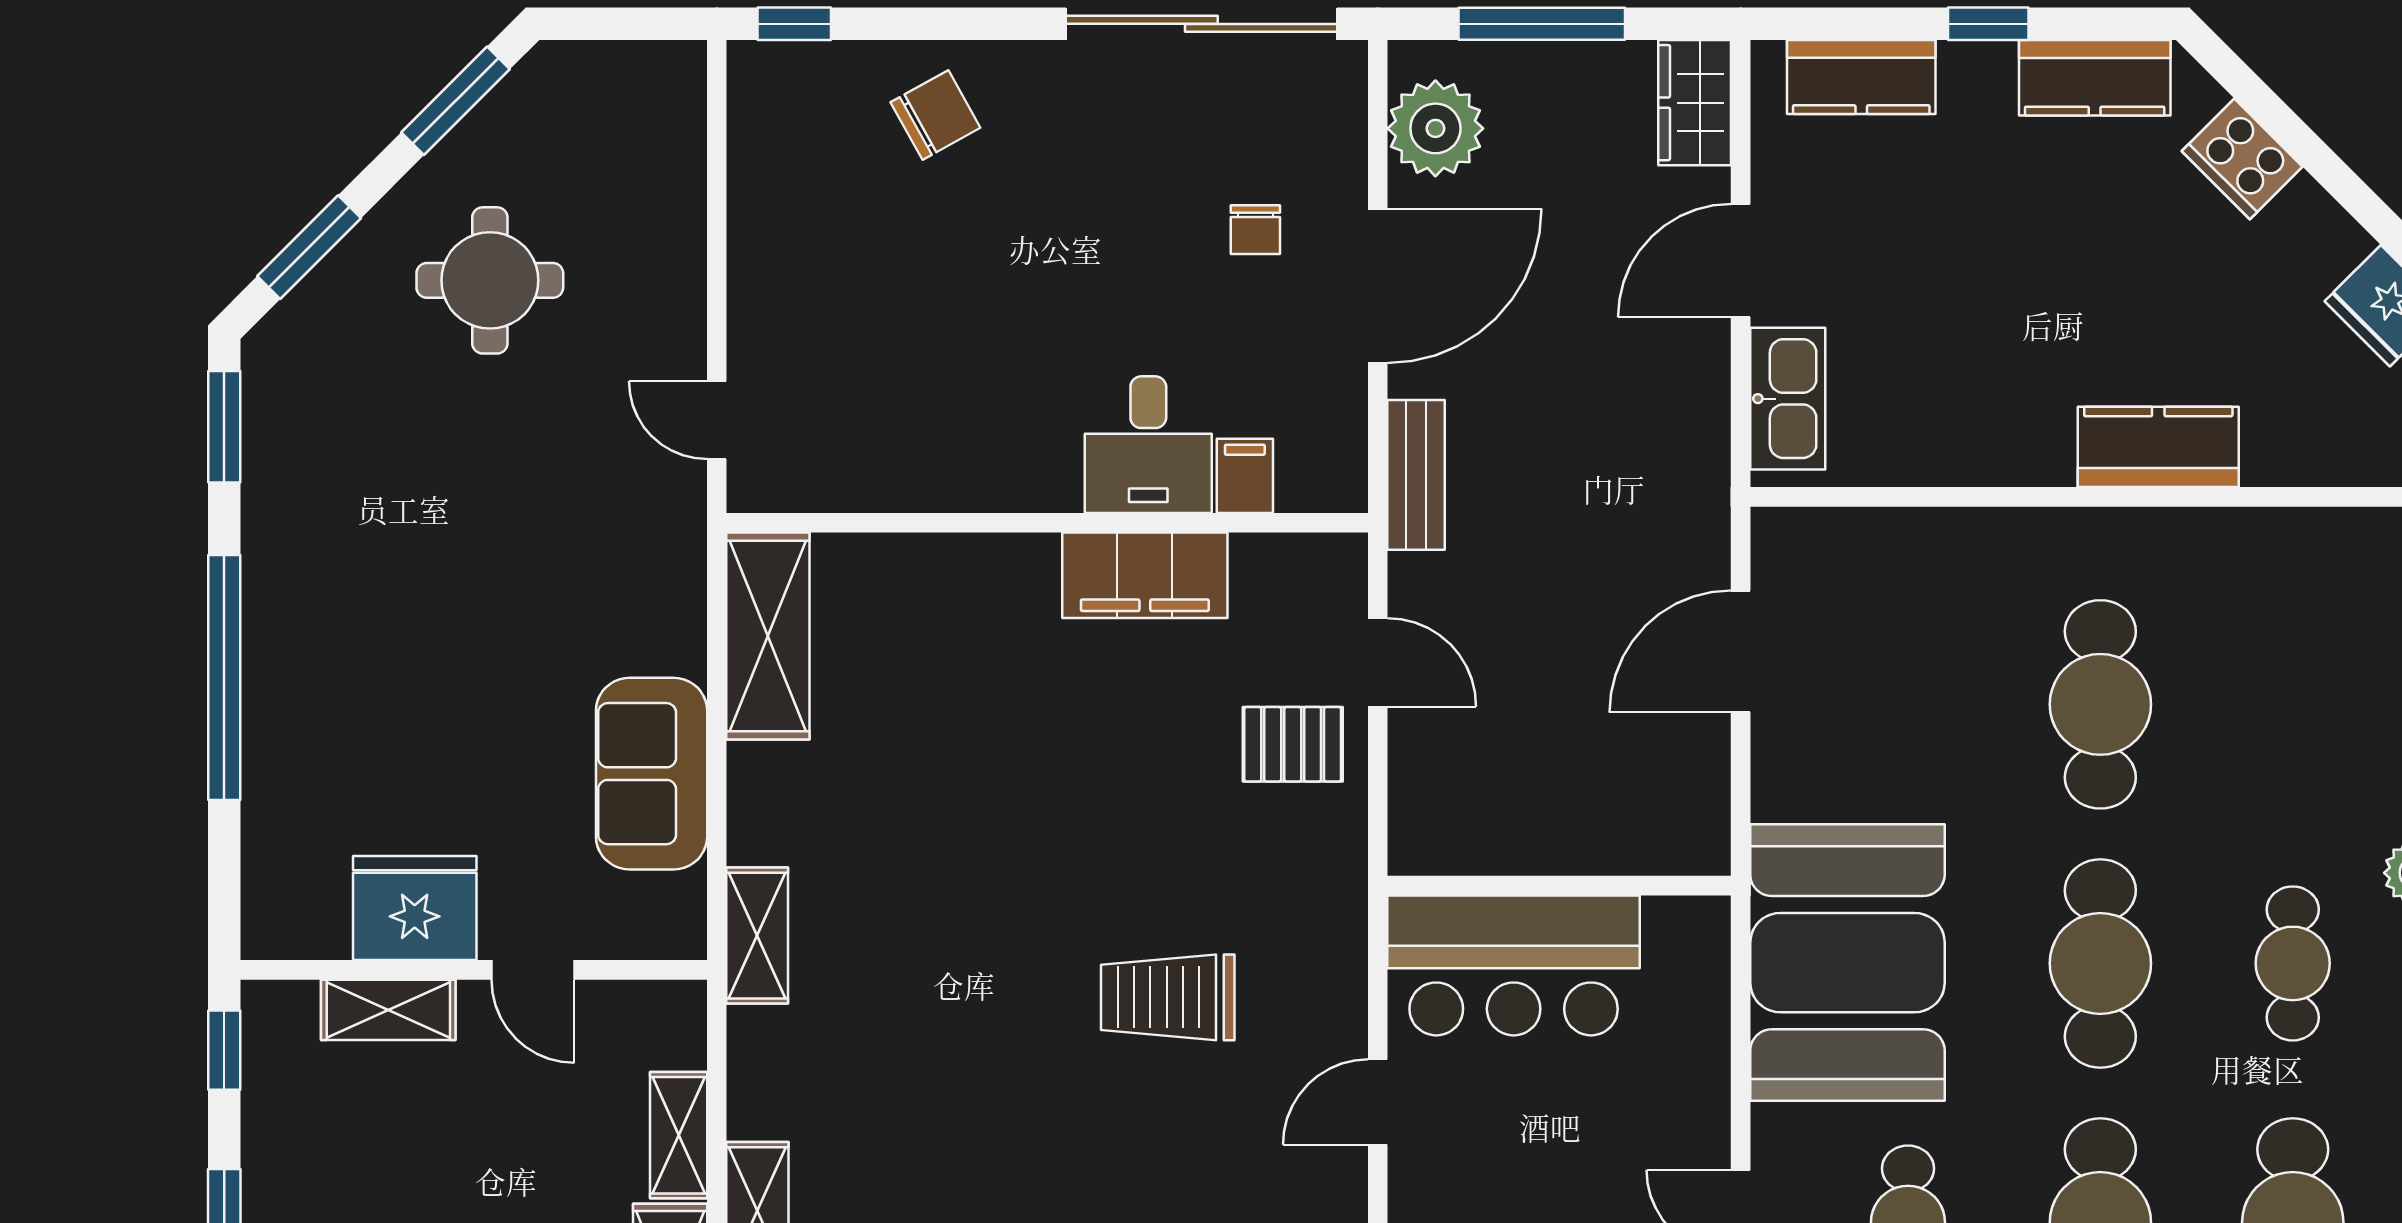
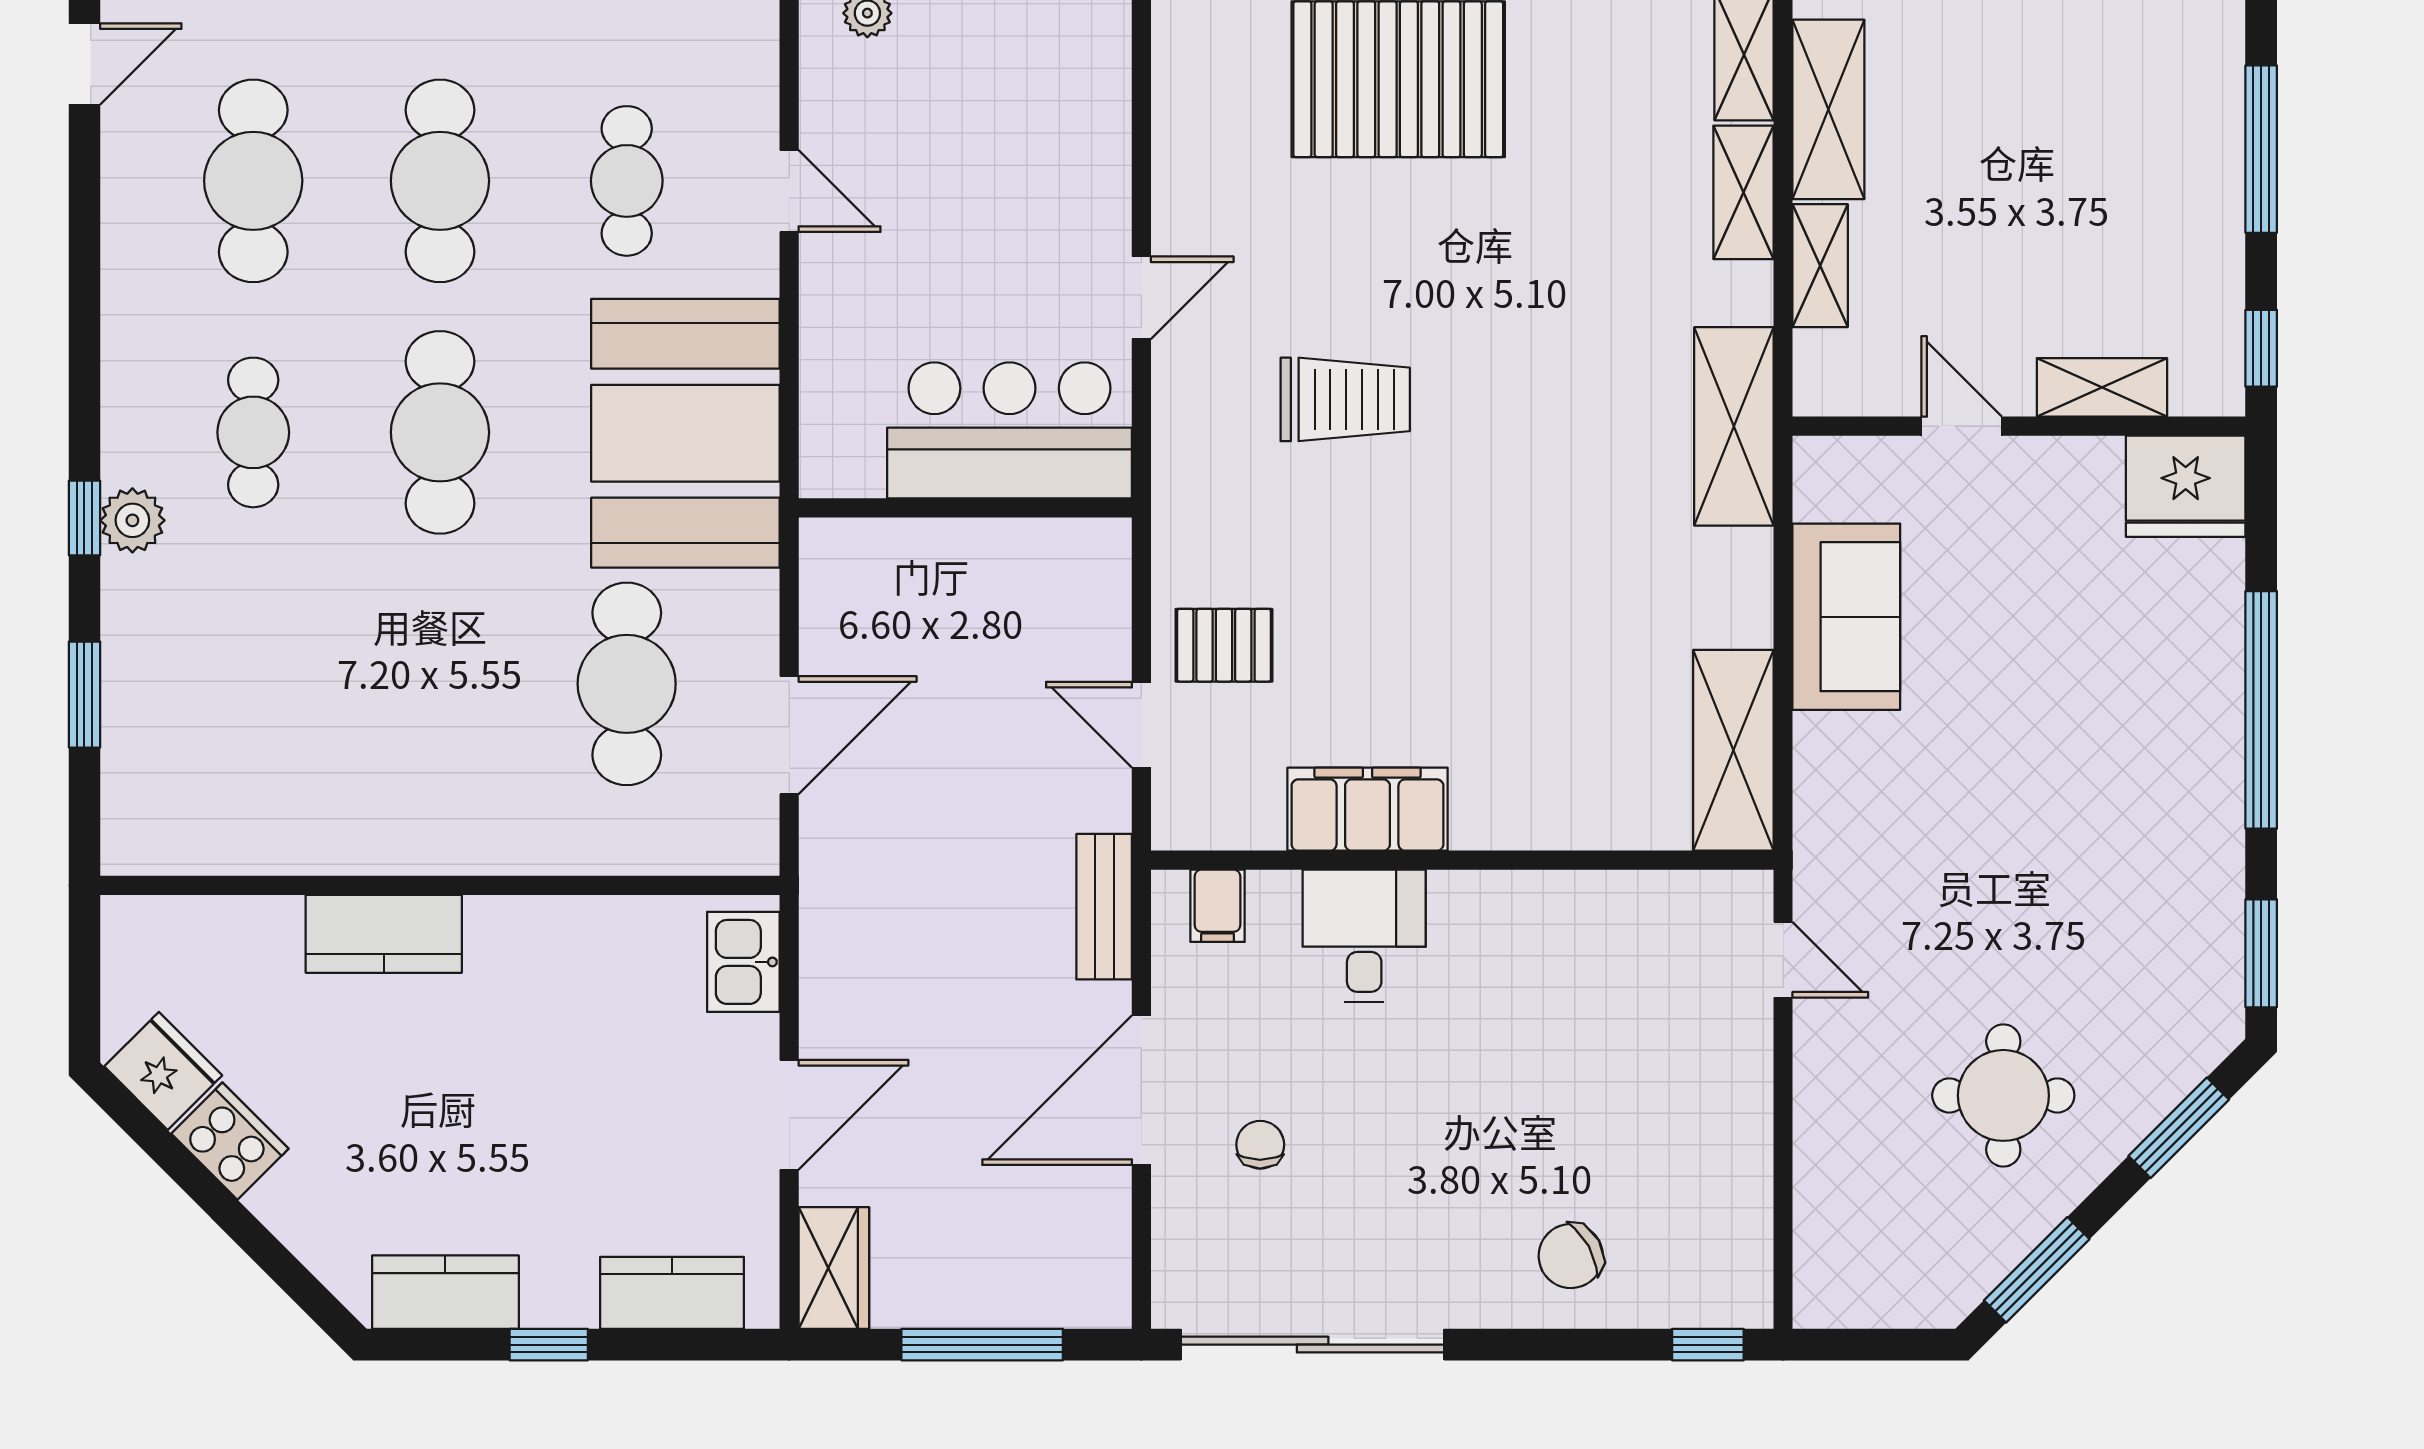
plant: (1435, 128) -> (1085, 1243), removed
cooker: (2242, 159) -> (230, 1141), moved
kitchen sink: (1788, 399) -> (743, 962), width x0.73
filing cabinet: (1245, 476) -> (1218, 906), moved
cafe table: (2100, 704) -> (627, 684), moved
fridge: (415, 908) -> (2186, 486), moved
shelving: (757, 936) -> (1734, 426), width x1.50, depth x1.33

